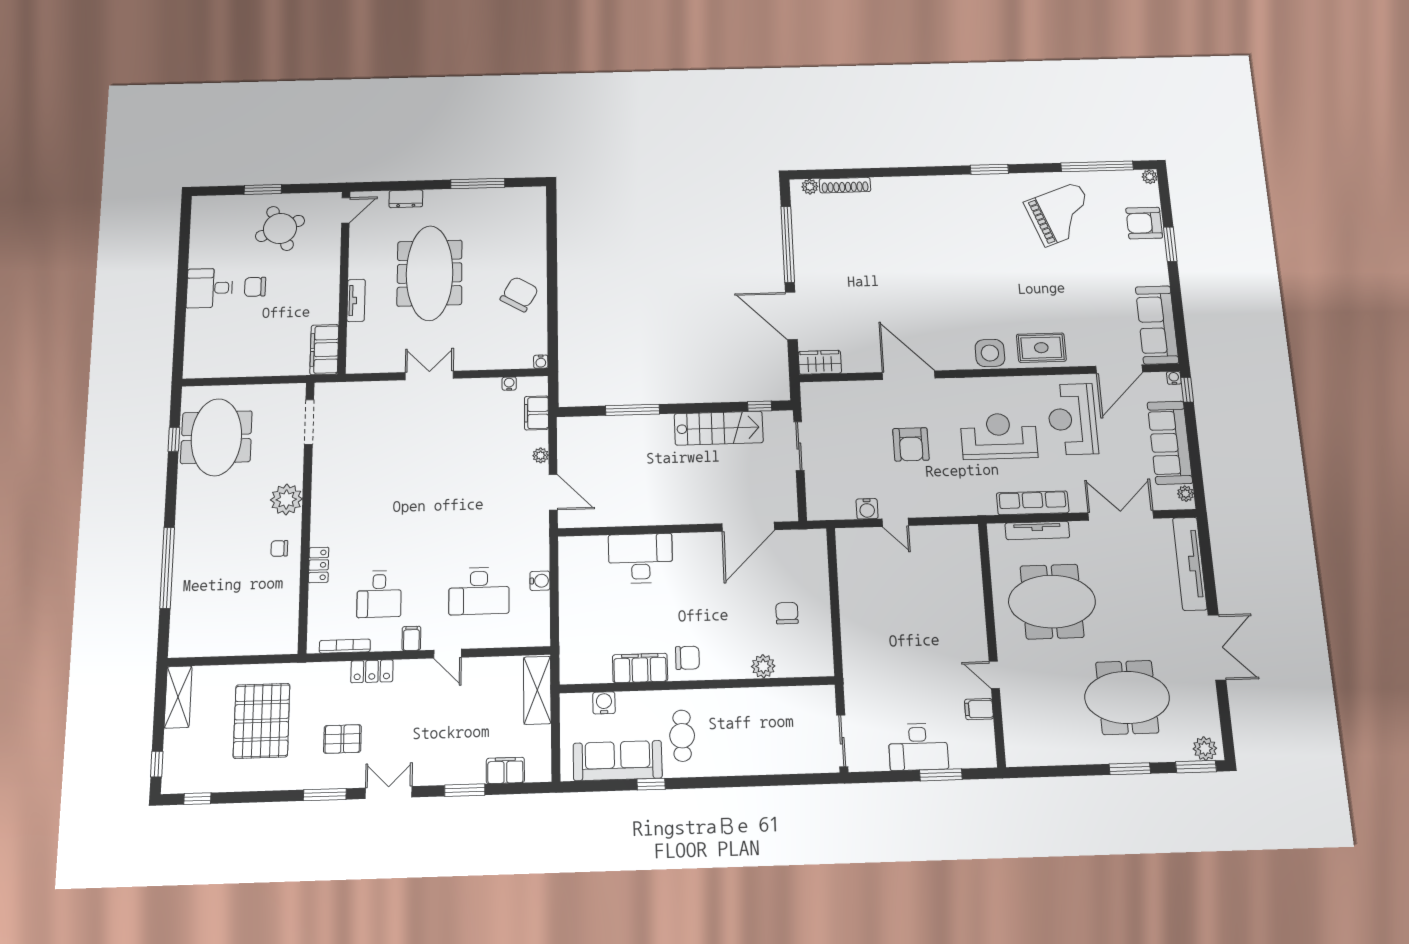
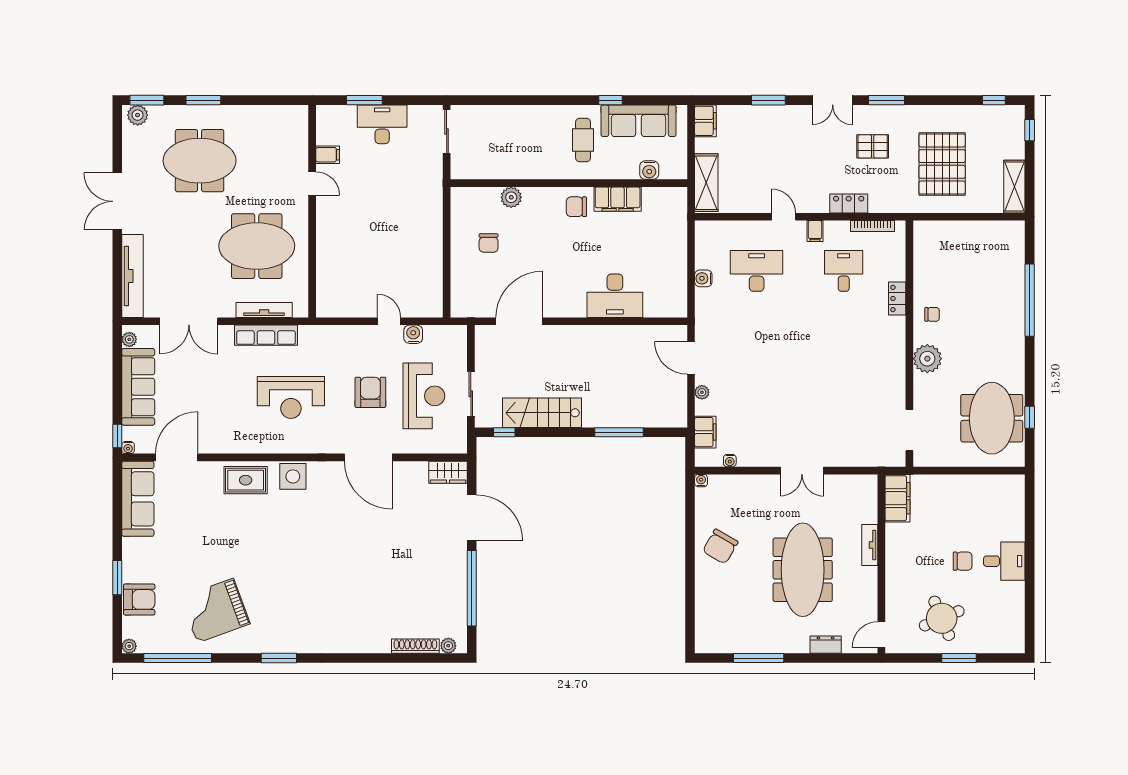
reception desk: (1072, 419) -> (424, 396), moved
filing cabinet: (505, 770) -> (705, 121), moved, turned -90

